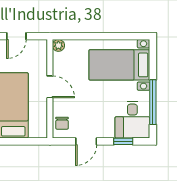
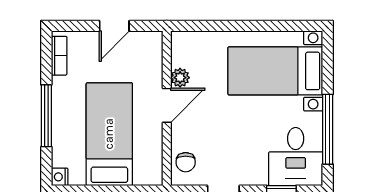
plant: (58, 45) -> (180, 78), moved
door: (50, 87) -> (167, 105), hinge flipped

